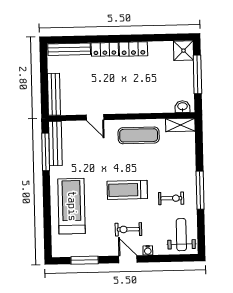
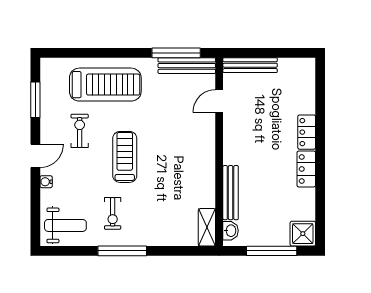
bench: (69, 49) -> (231, 193), moved
door: (95, 117) -> (219, 101), moved
exercise mat: (139, 135) -> (195, 173), removed
exercise bike: (128, 229) -> (80, 131), moved

